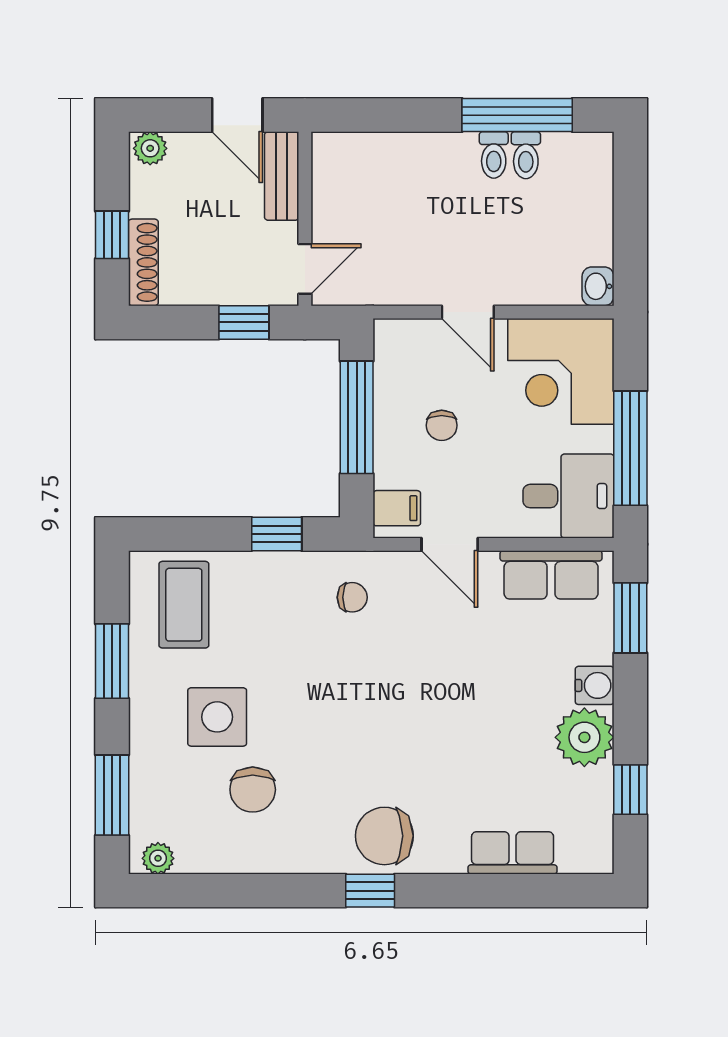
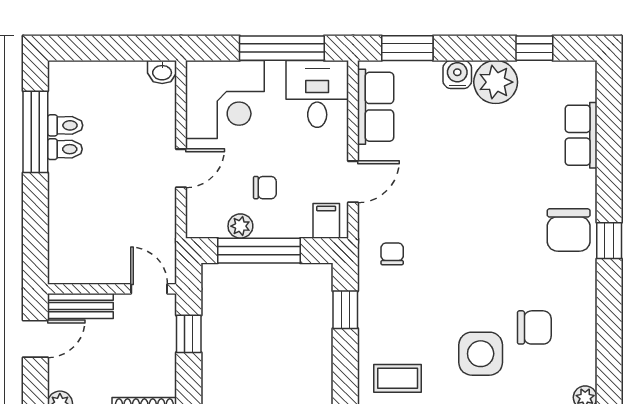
plant: (390, 392) -> (240, 226), added
coffee table: (184, 605) -> (398, 378), width x0.73, depth x0.77

